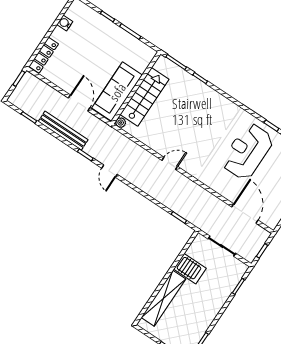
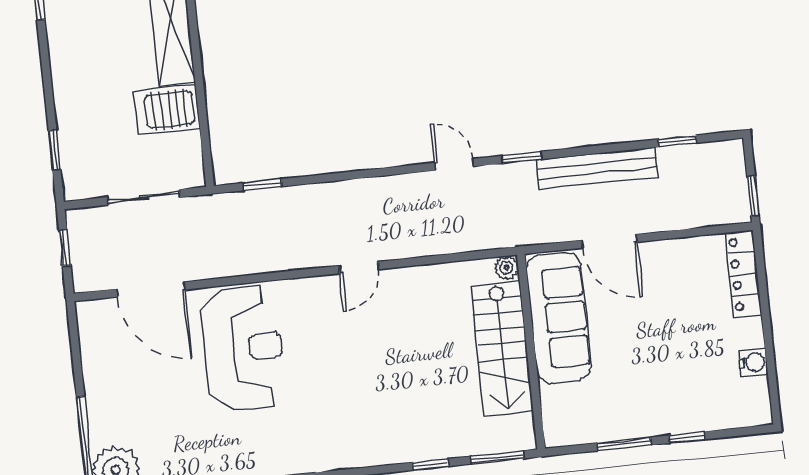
reception desk: (247, 151) -> (243, 348), moved

